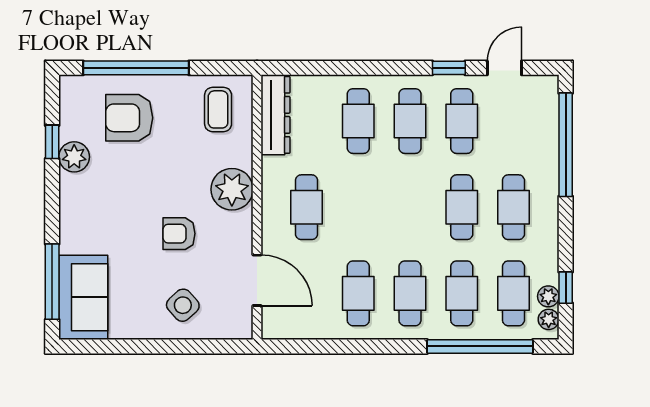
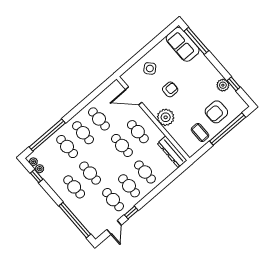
coffee table: (218, 109) -> (200, 133), moved
armchair: (129, 118) -> (216, 112), turned 180
cafe table: (513, 293) -> (122, 145), moved

